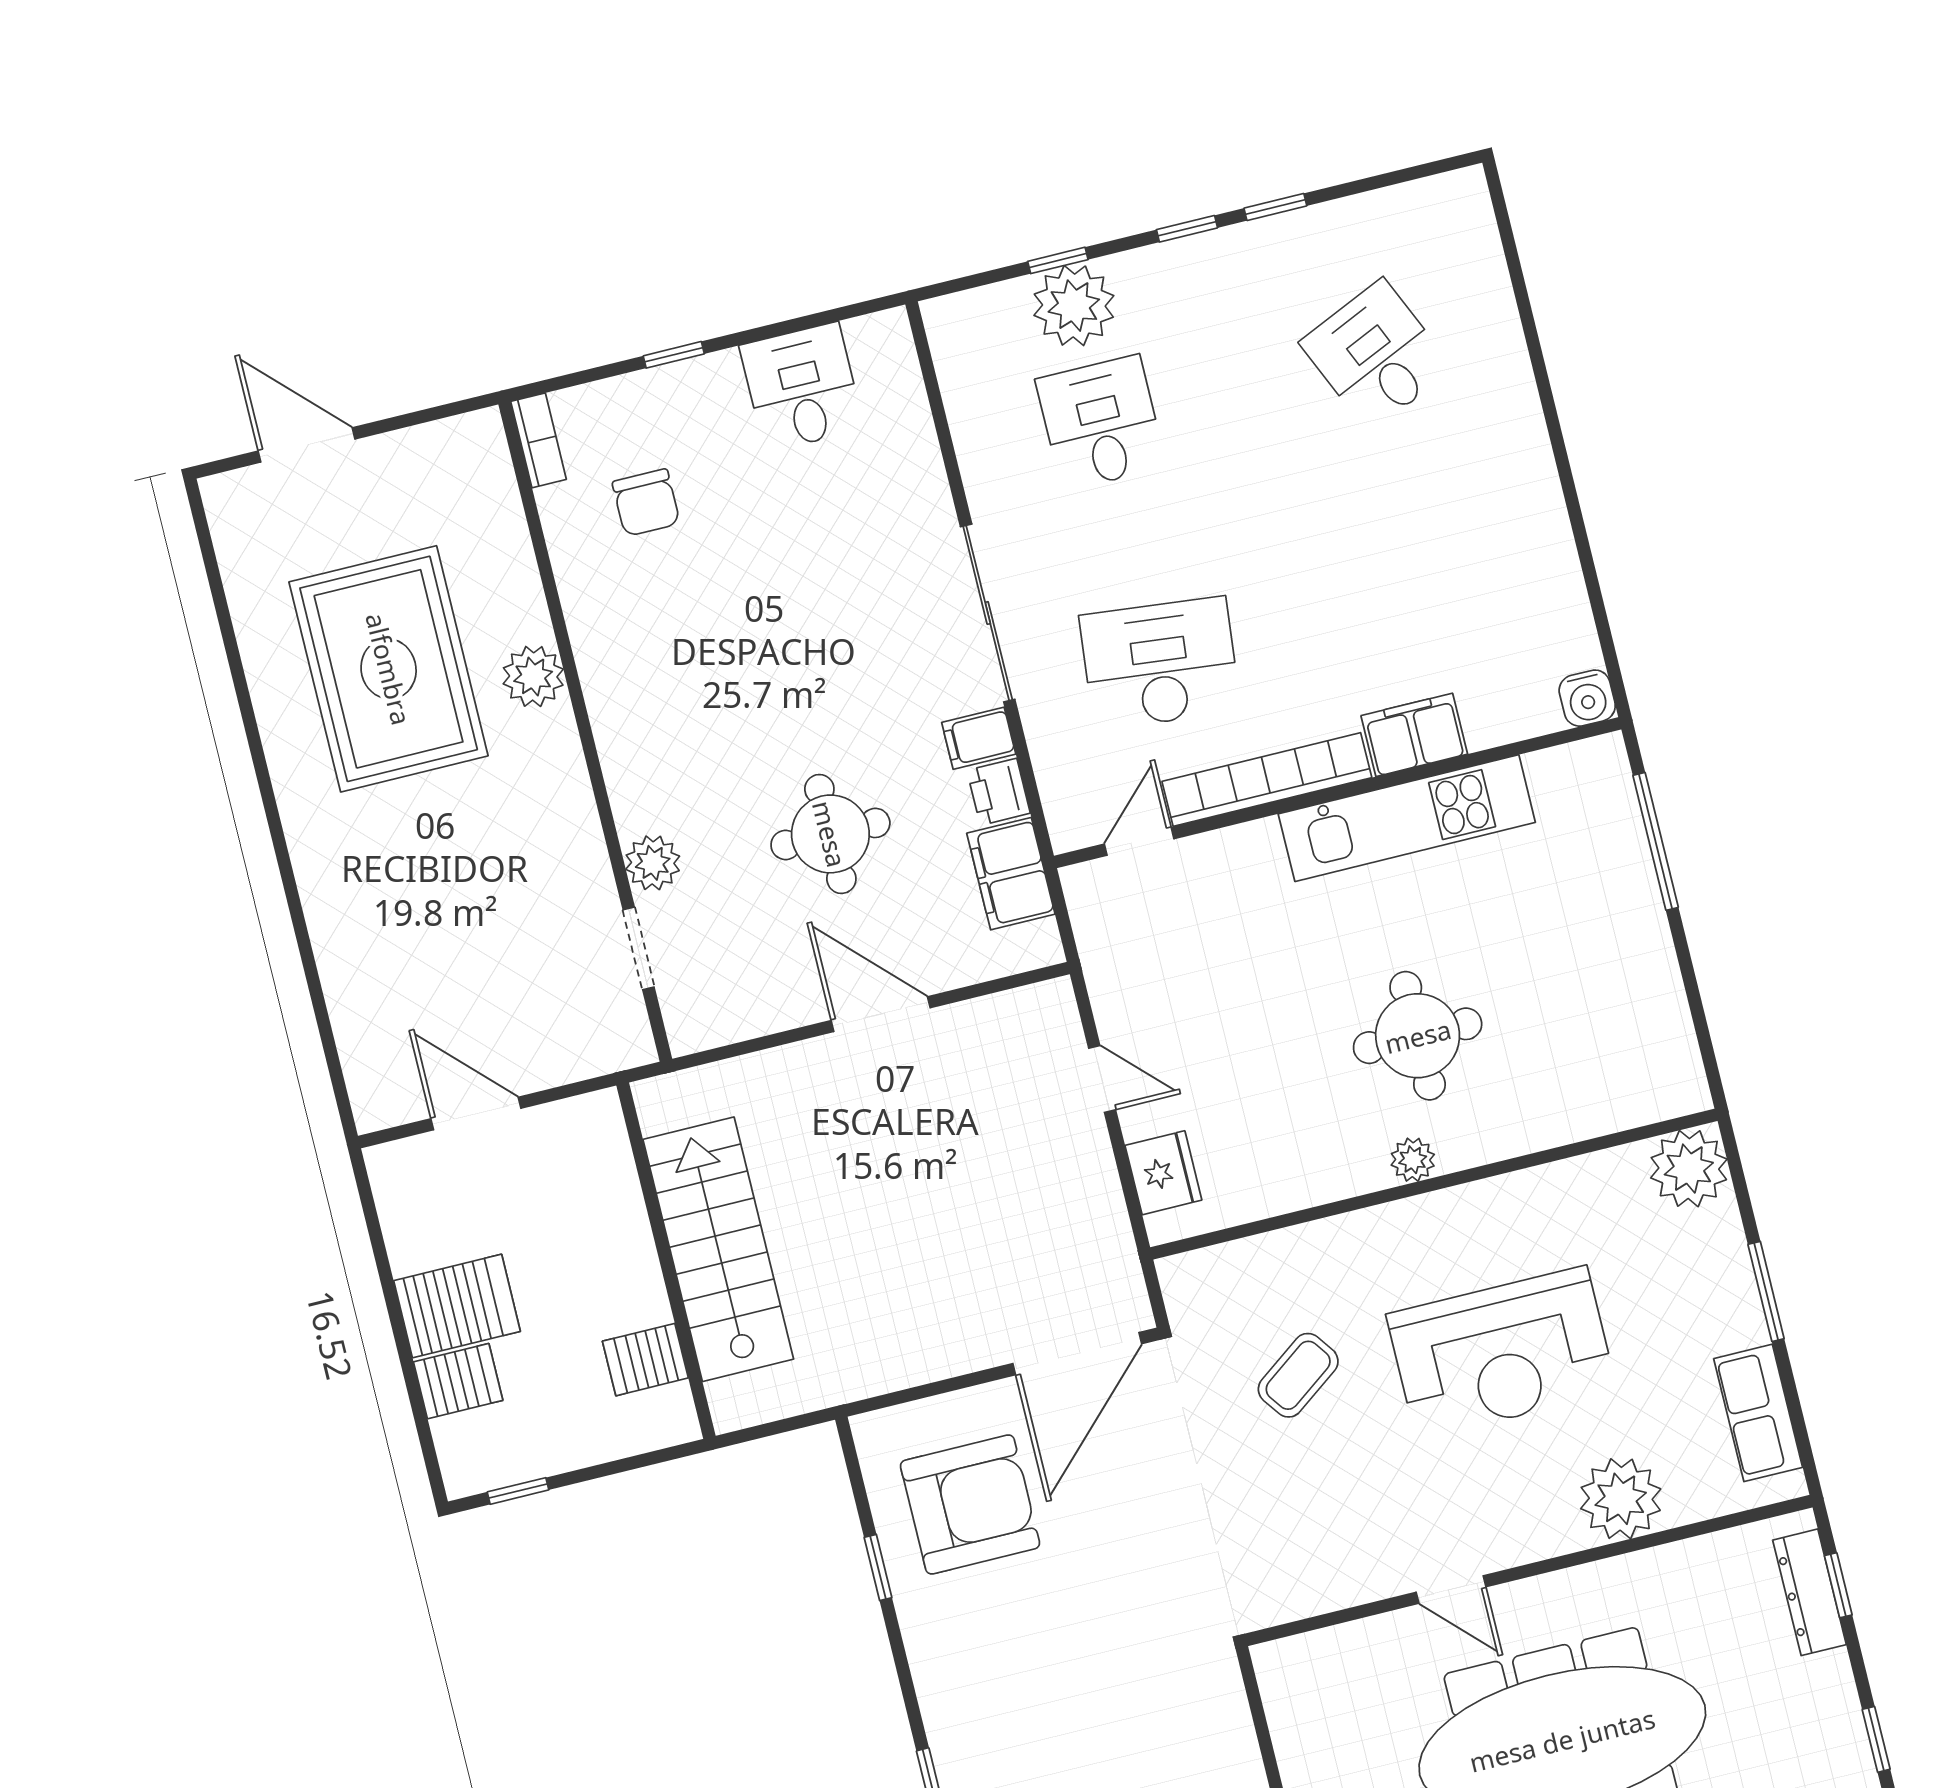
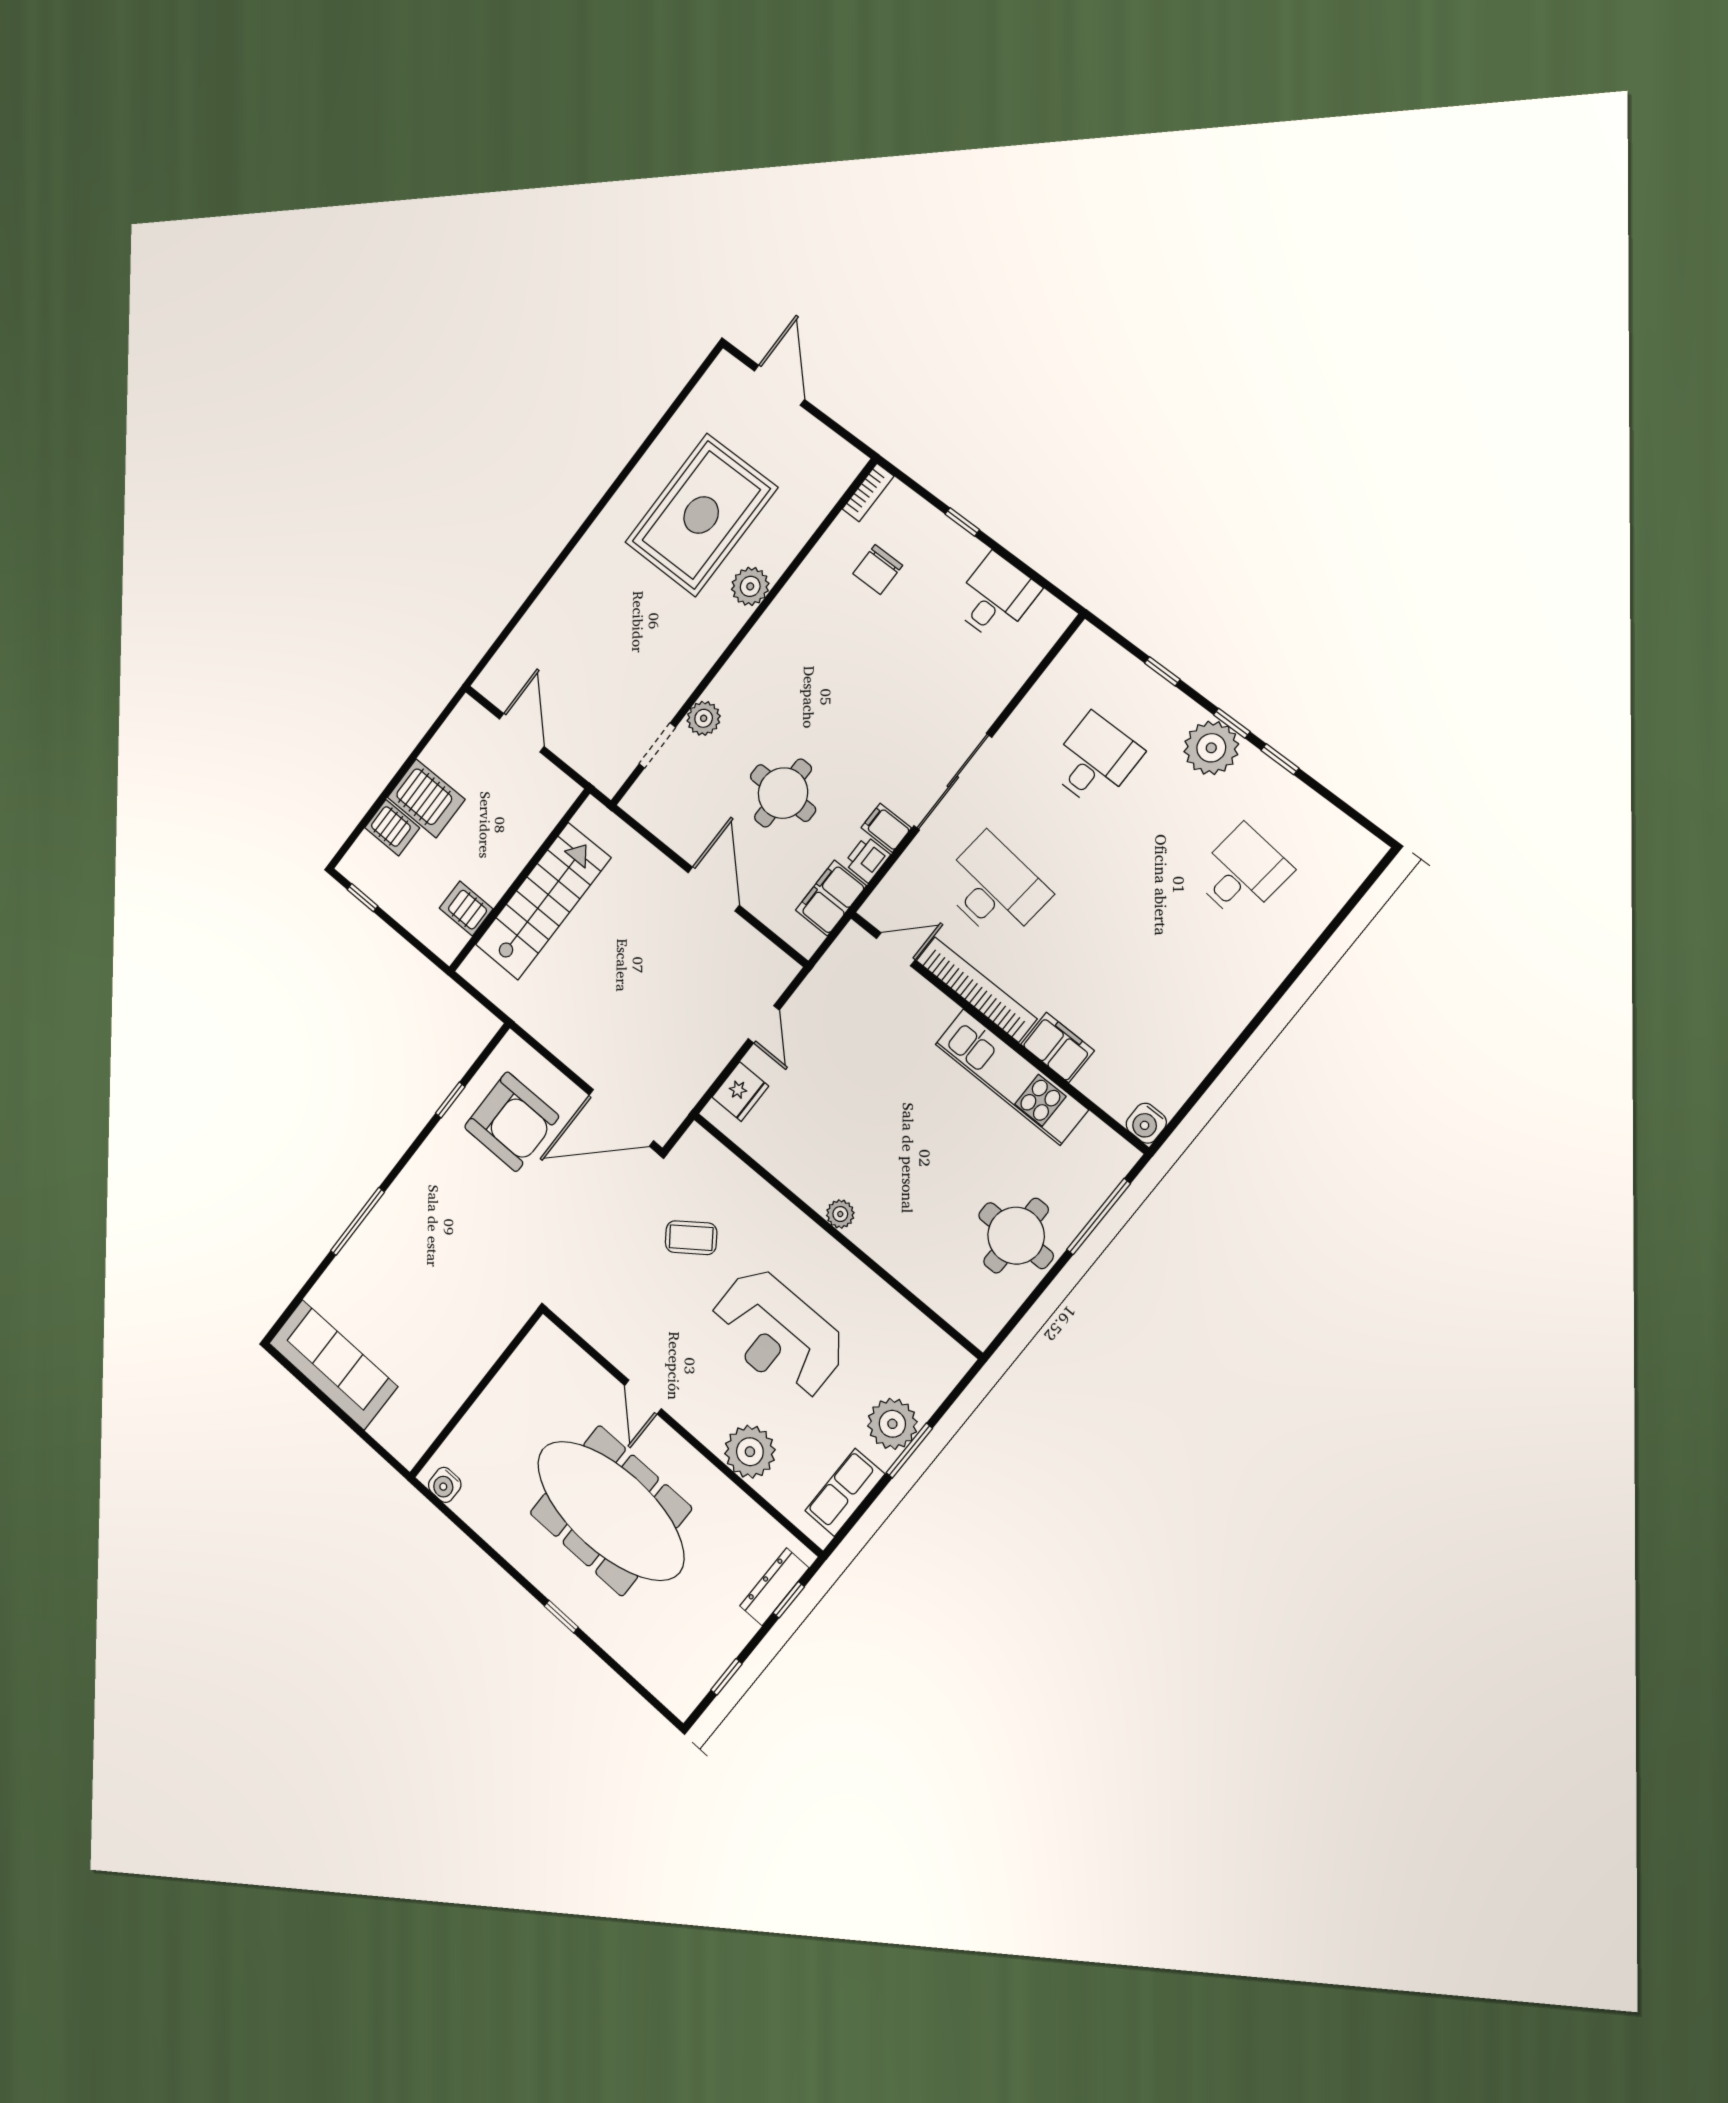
plant: (1074, 306) -> (1211, 748), moved
desk: (1376, 355) -> (1242, 873), turned 30
round table: (1418, 1036) -> (1016, 1236), moved
plant: (1689, 1169) -> (892, 1424), moved

